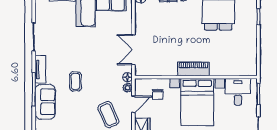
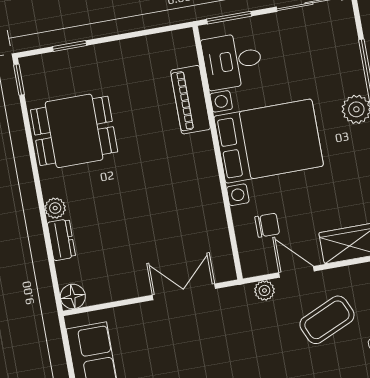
double door: (133, 50) -> (184, 292), swing flipped
piano: (193, 69) -> (191, 100), moved
floor lamp: (128, 77) -> (243, 294), removed

